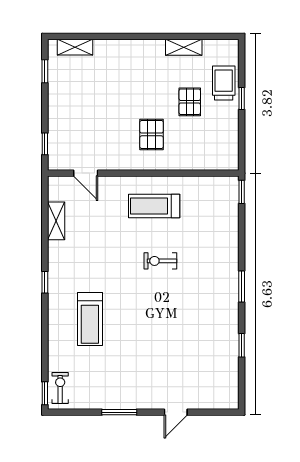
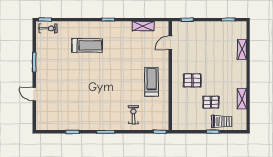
shelving: (75, 47) -> (242, 50), moved
exercise bike: (160, 261) -> (133, 115), moved
treadmill: (90, 319) -> (87, 45), turned 180

